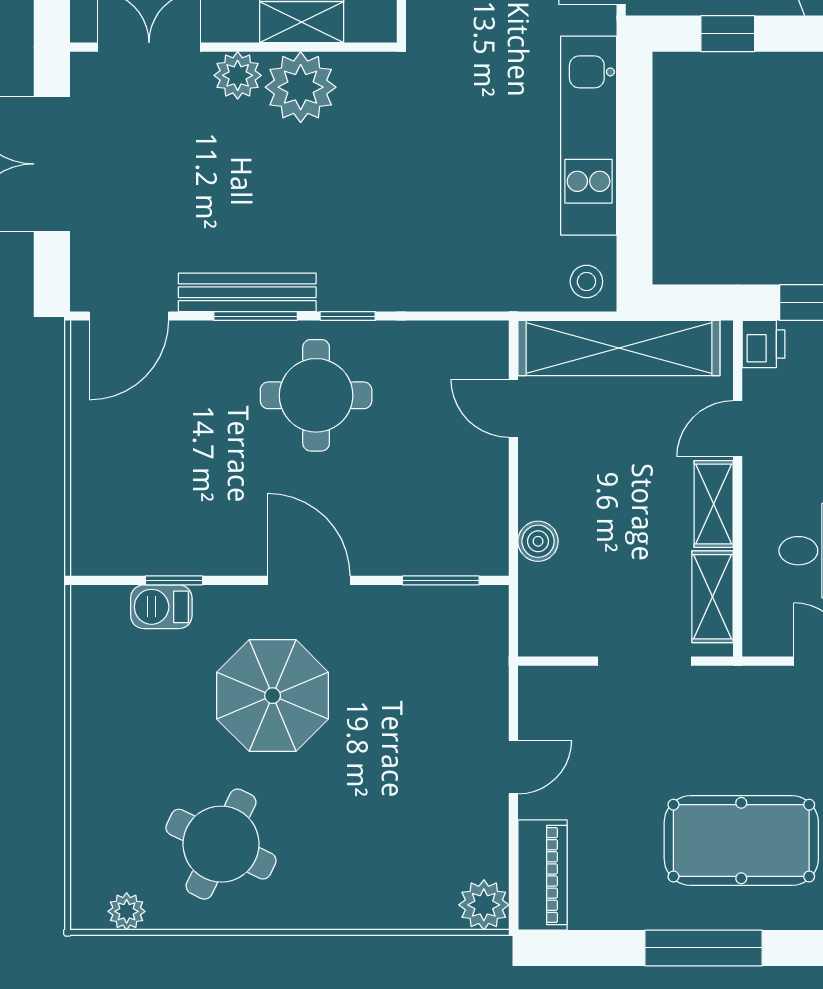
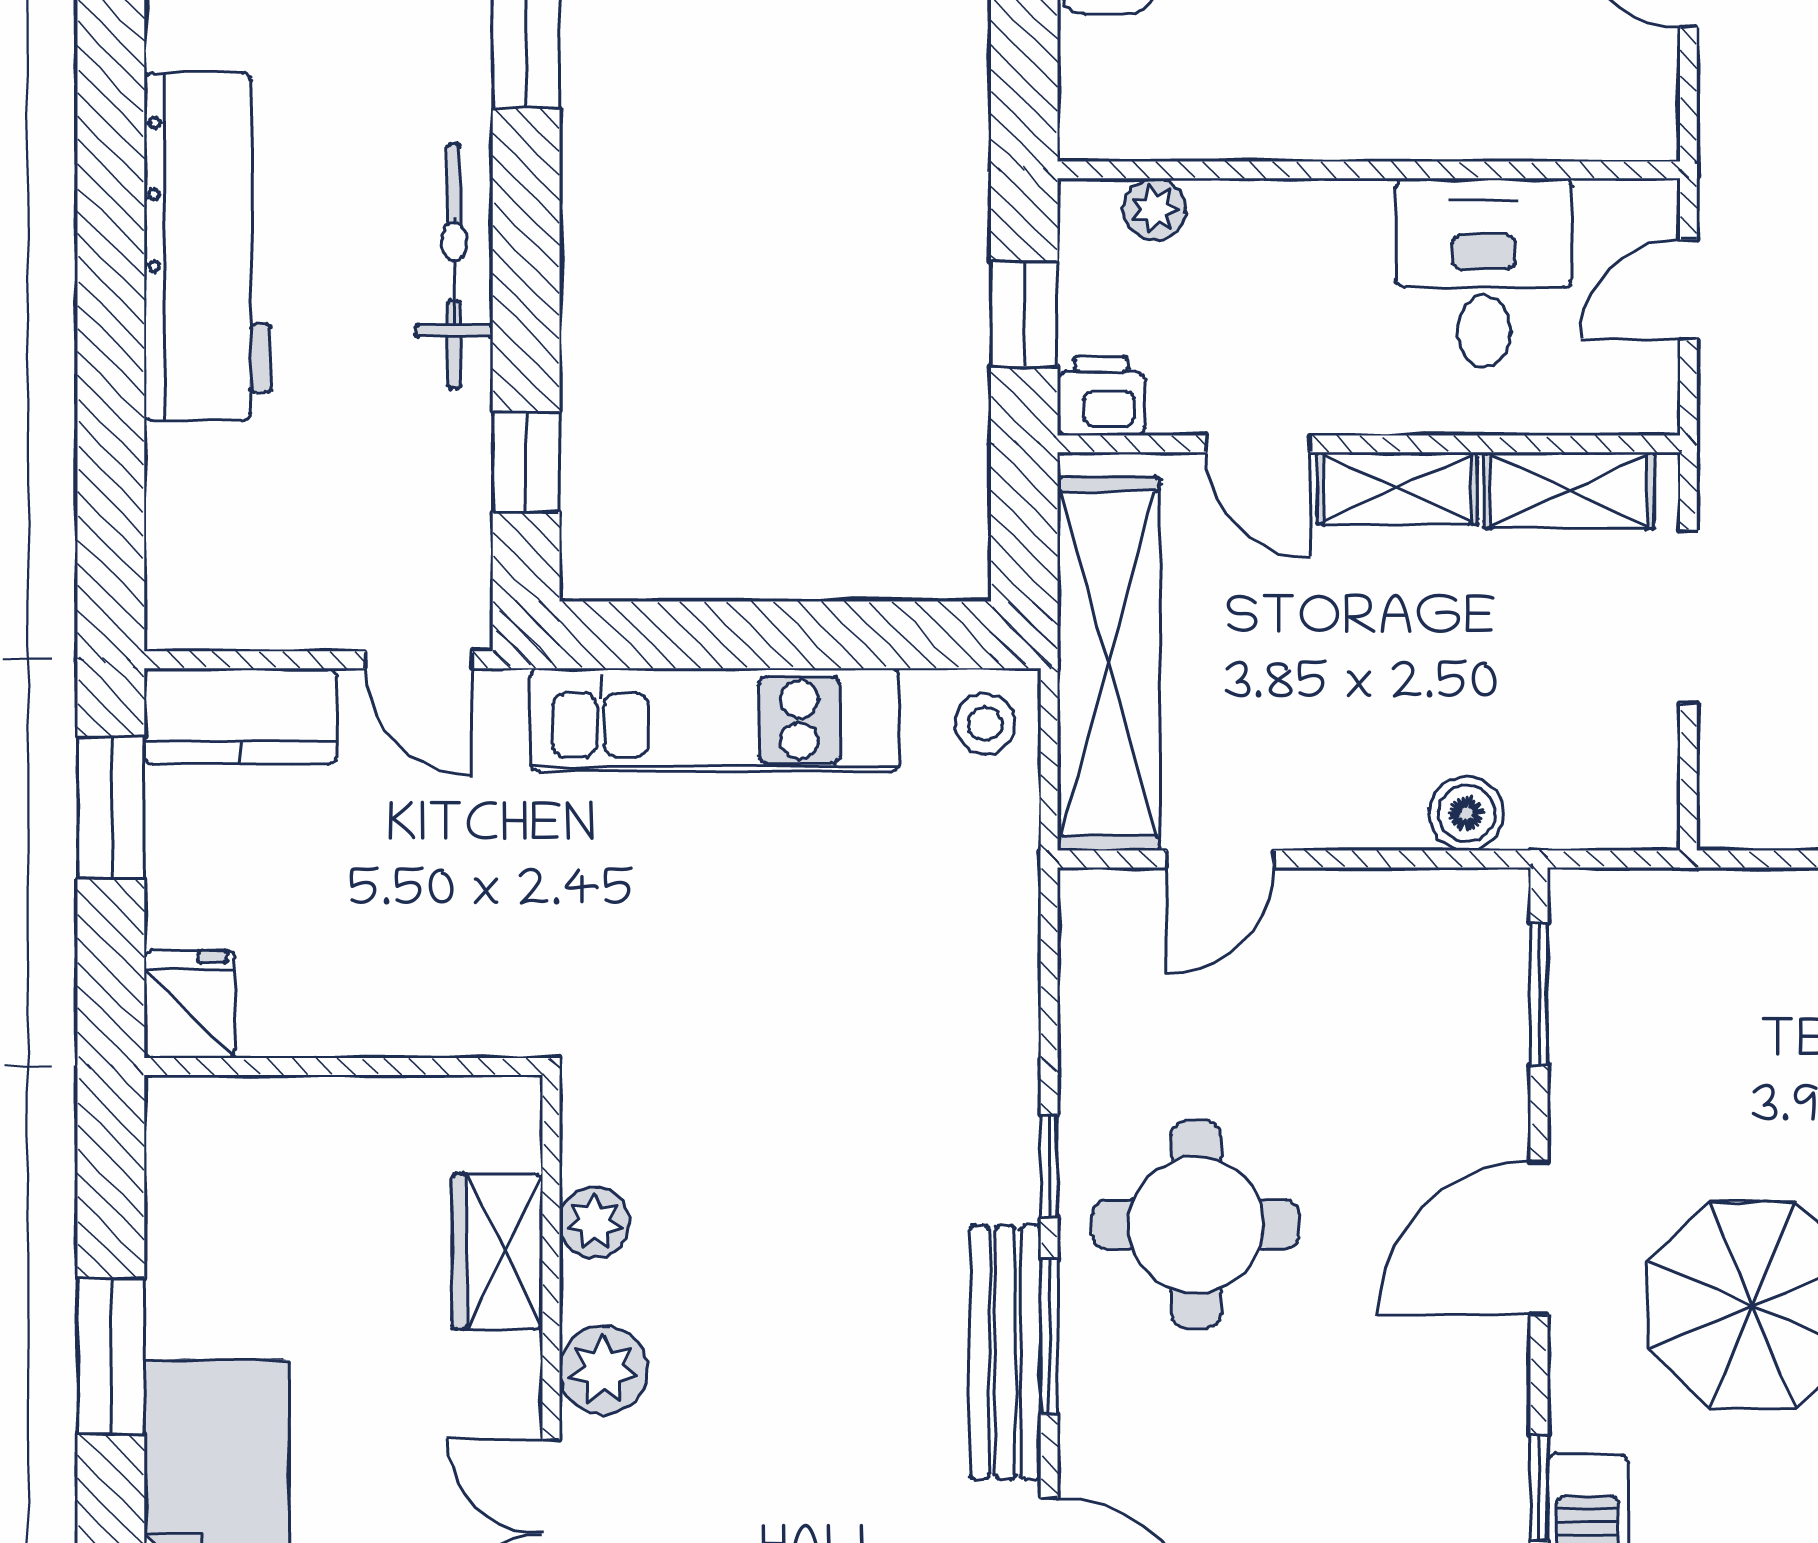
plant: (301, 87) -> (594, 1223), width x0.53, depth x0.53

